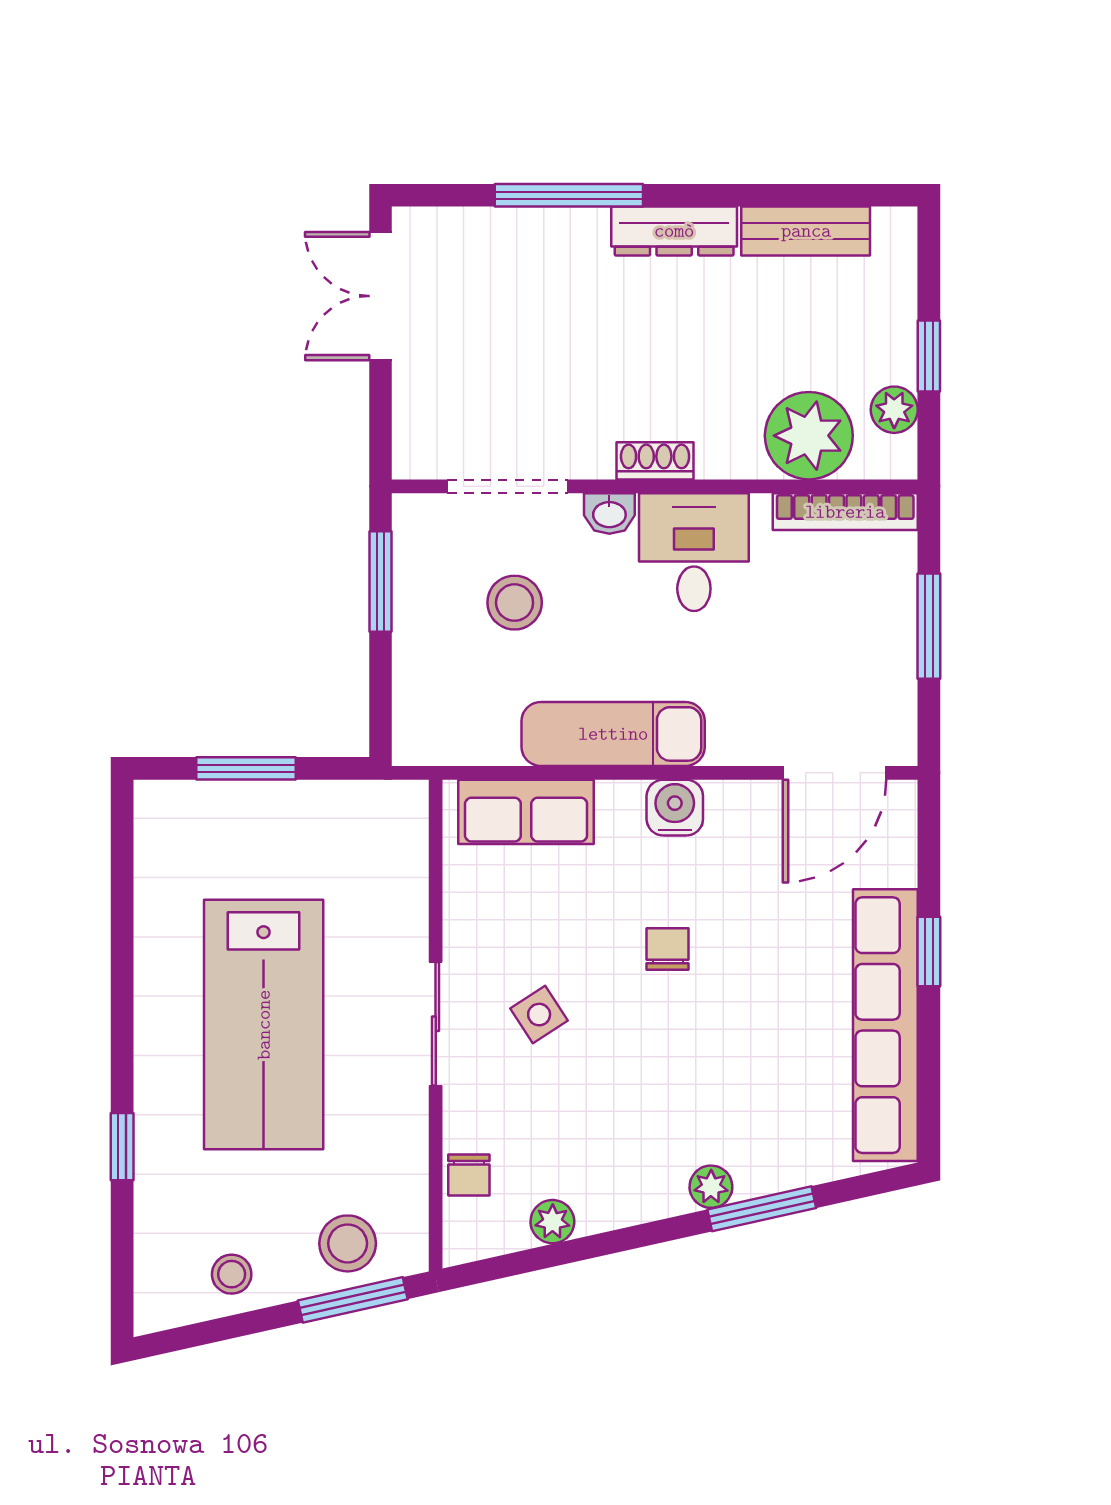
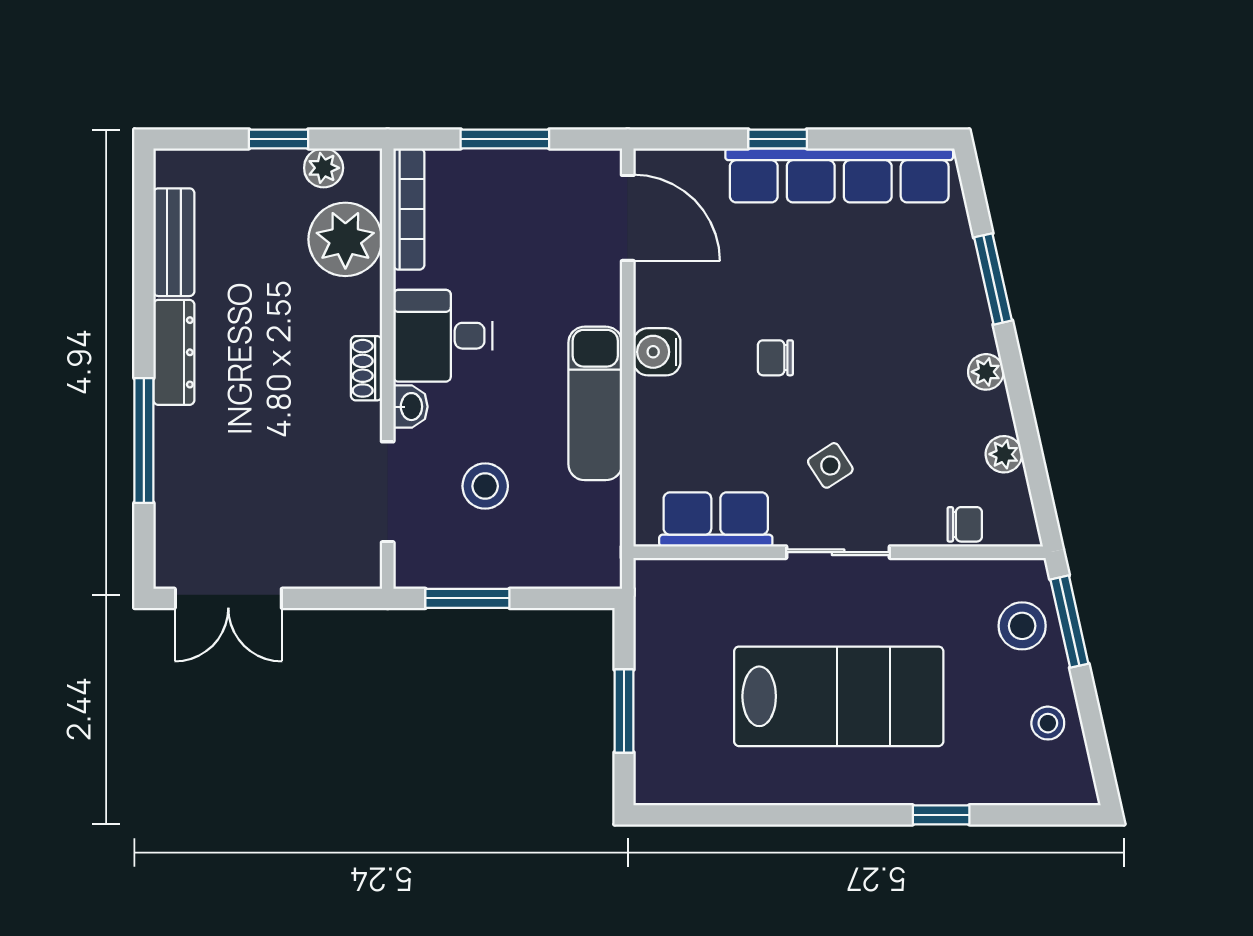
row of seats: (526, 812) -> (716, 519), moved, turned -90
plant: (711, 1187) -> (986, 372), moved

